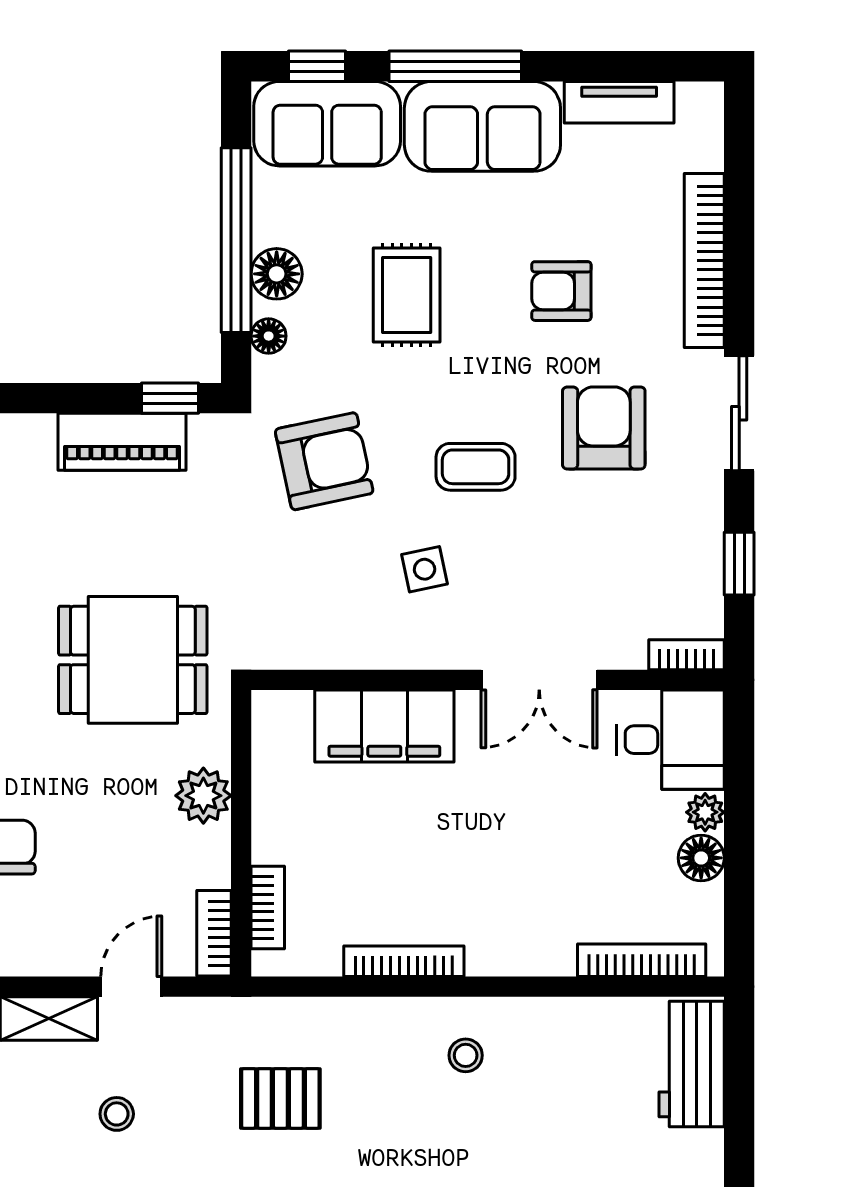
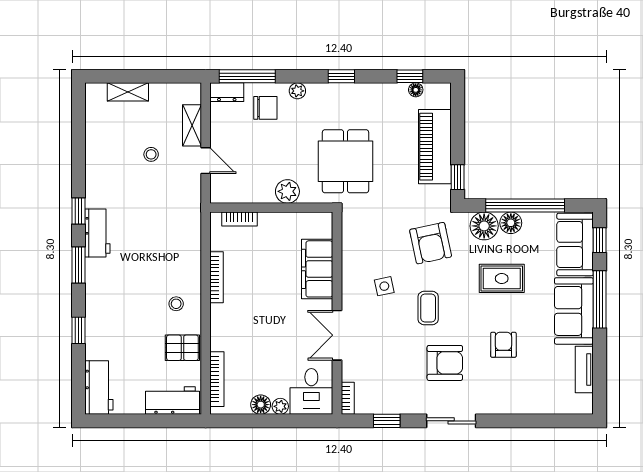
bookcase: (704, 261) -> (516, 406), removed
floor lamp: (269, 336) -> (484, 226), width x1.89, depth x1.89
piano: (122, 442) -> (435, 147), width x1.37, depth x1.33
bookcase: (214, 933) -> (228, 196), removed
pallet: (280, 1098) -> (182, 348), moved, turned 90

